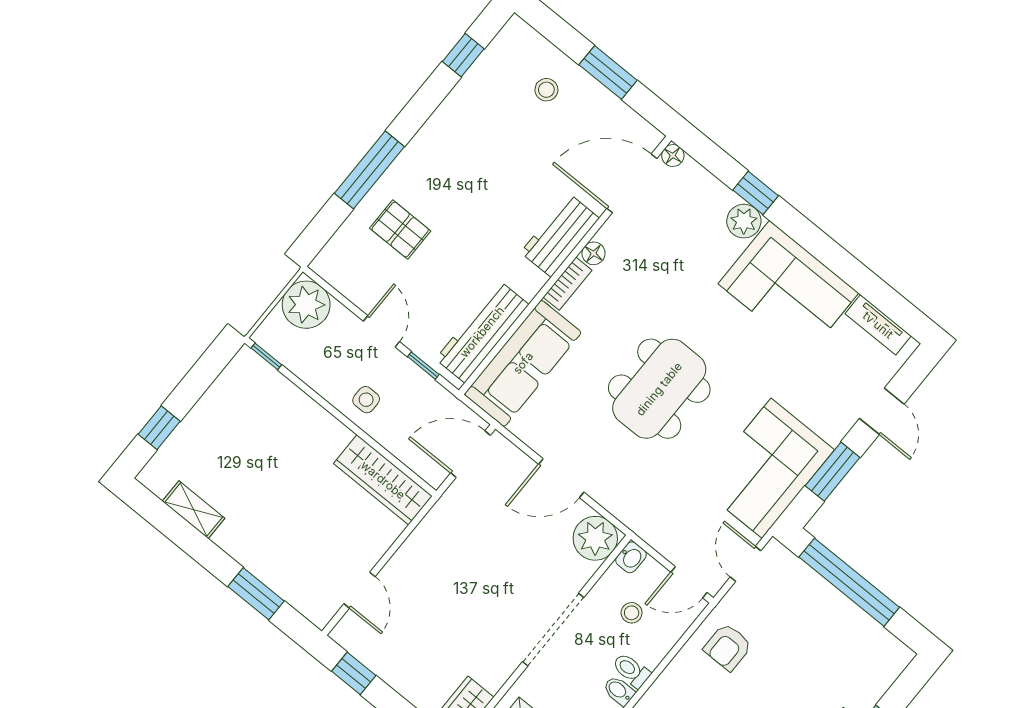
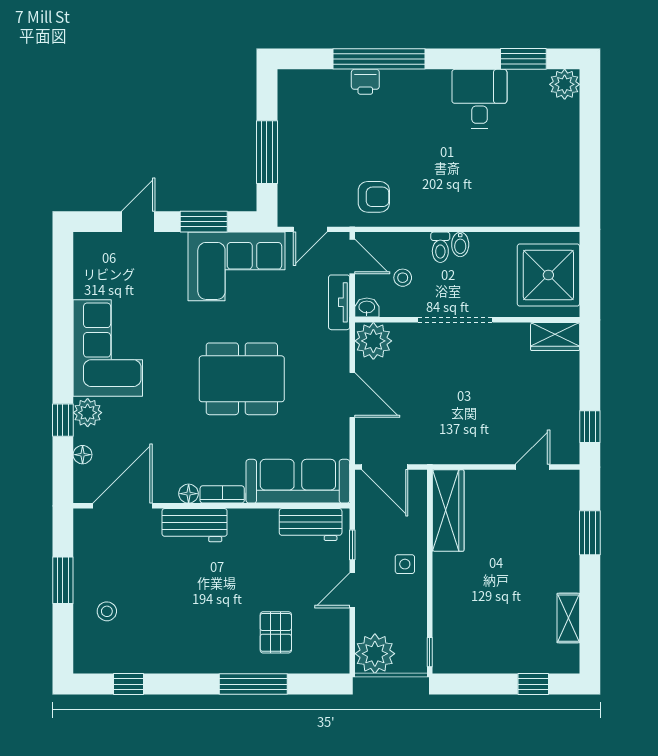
floor lamp: (673, 156) -> (83, 455), moved
door: (632, 183) -> (123, 506), swing flipped
tv unit: (878, 325) -> (339, 302), moved, turned 180
workbench: (482, 332) -> (311, 525), width x0.73
window: (849, 582) -> (267, 152), width x0.68

